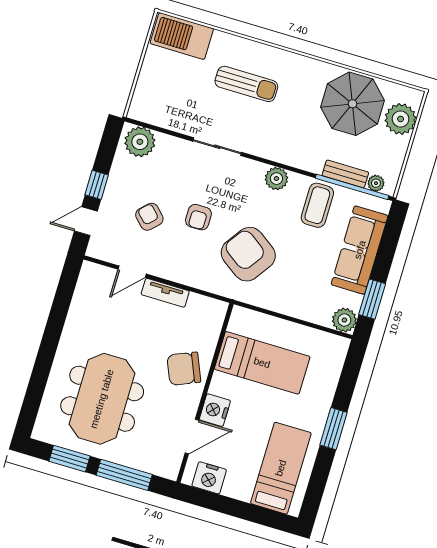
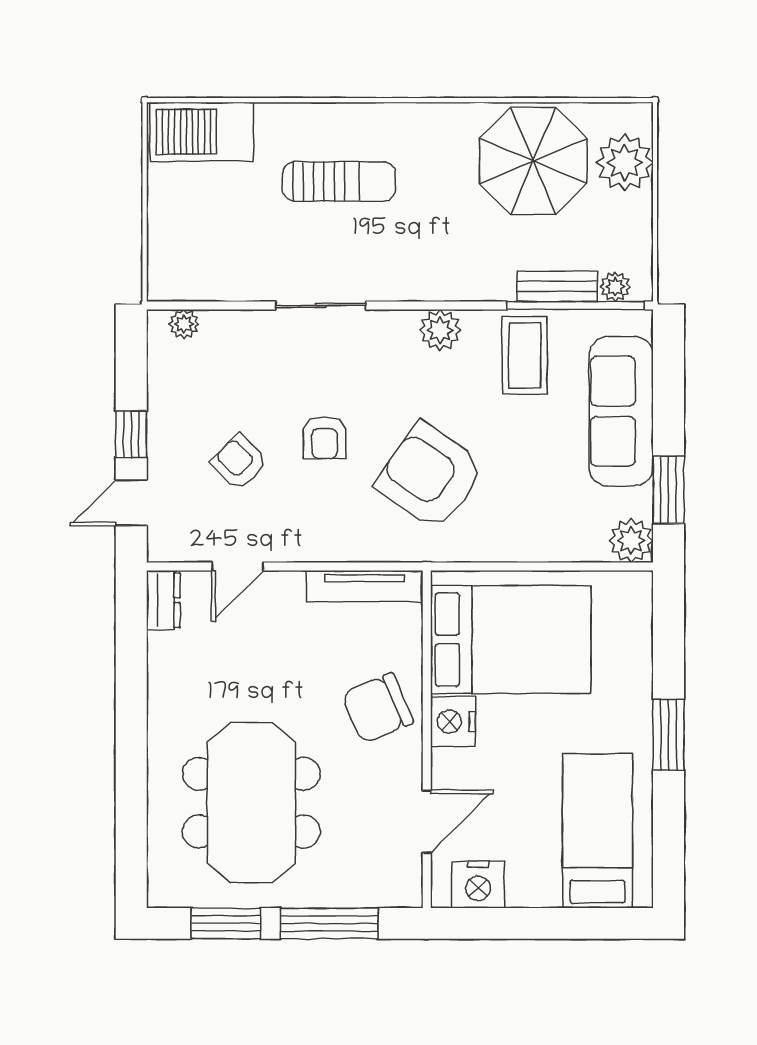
plant: (140, 142) -> (184, 324), width x0.53, depth x0.53
dresser: (87, 278) -> (163, 600), added
tv unit: (165, 293) -> (365, 586), moved, width x1.41
bed: (262, 363) -> (511, 639), width x1.50
nightstand: (215, 410) -> (453, 722), moved

